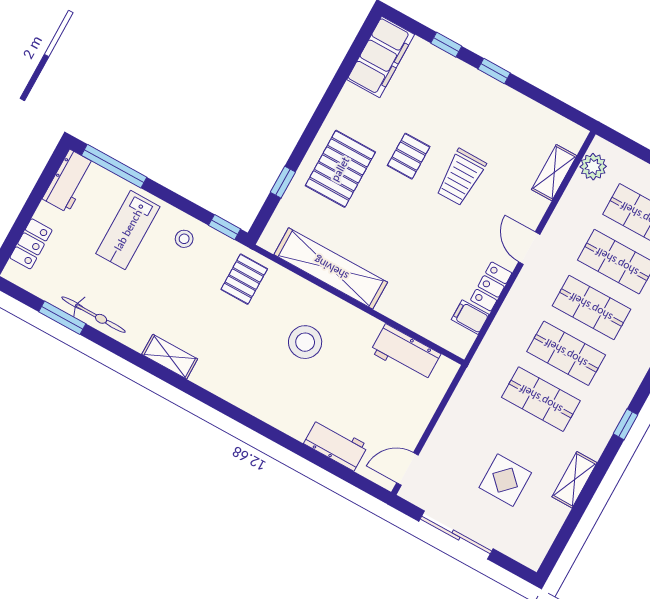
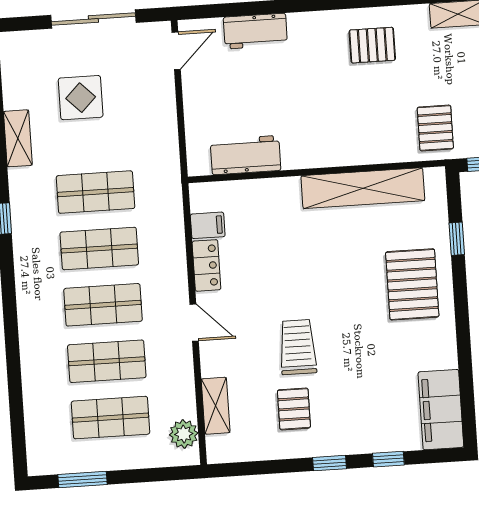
pallet: (409, 156) -> (294, 409), moved
stool: (305, 342) -> (343, 106), removed
pallet: (252, 375) -> (372, 45), added

